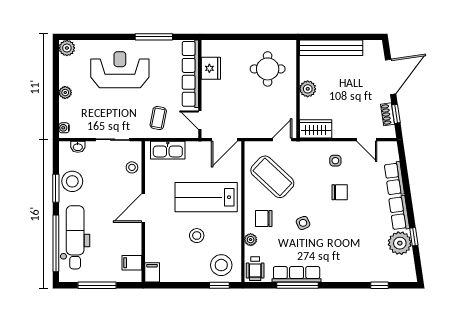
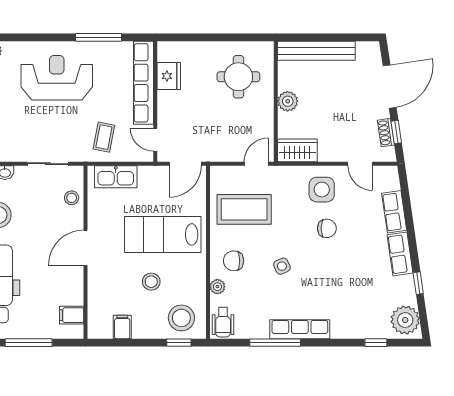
side table: (335, 161) -> (322, 190), width x1.87, depth x1.87
coffee table: (272, 177) -> (244, 209), turned -43
plant: (400, 243) -> (405, 320), moved
filing cabinet: (152, 272) -> (122, 327), moved
row of seats: (297, 274) -> (300, 329), moved

